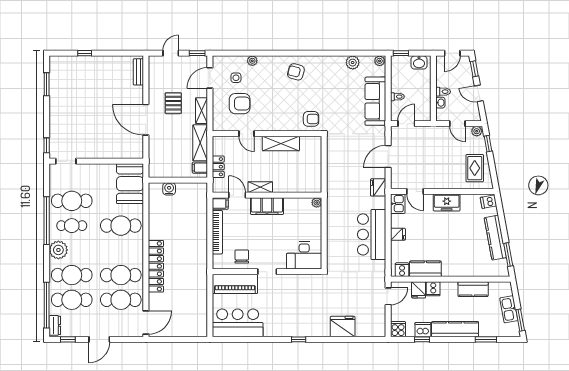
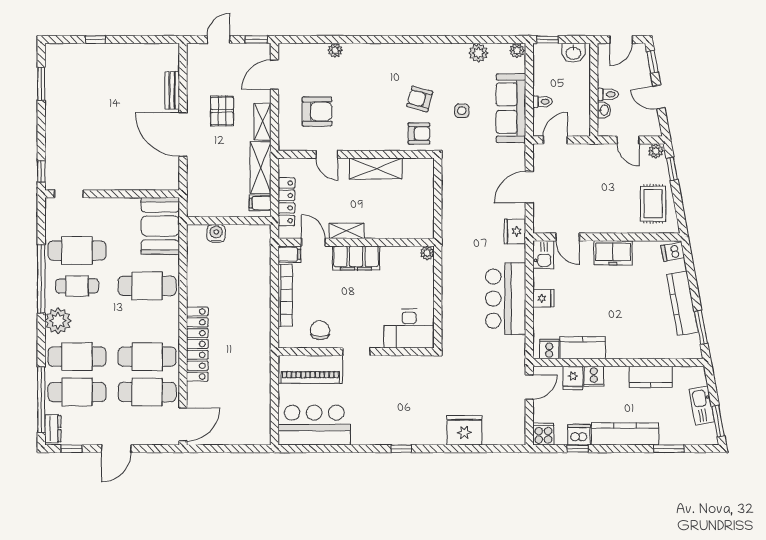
bench: (138, 72) -> (172, 90), moved
armchair: (296, 72) -> (420, 99), moved
side table: (236, 78) -> (462, 111), moved
locker: (218, 167) -> (286, 202), width x1.53

